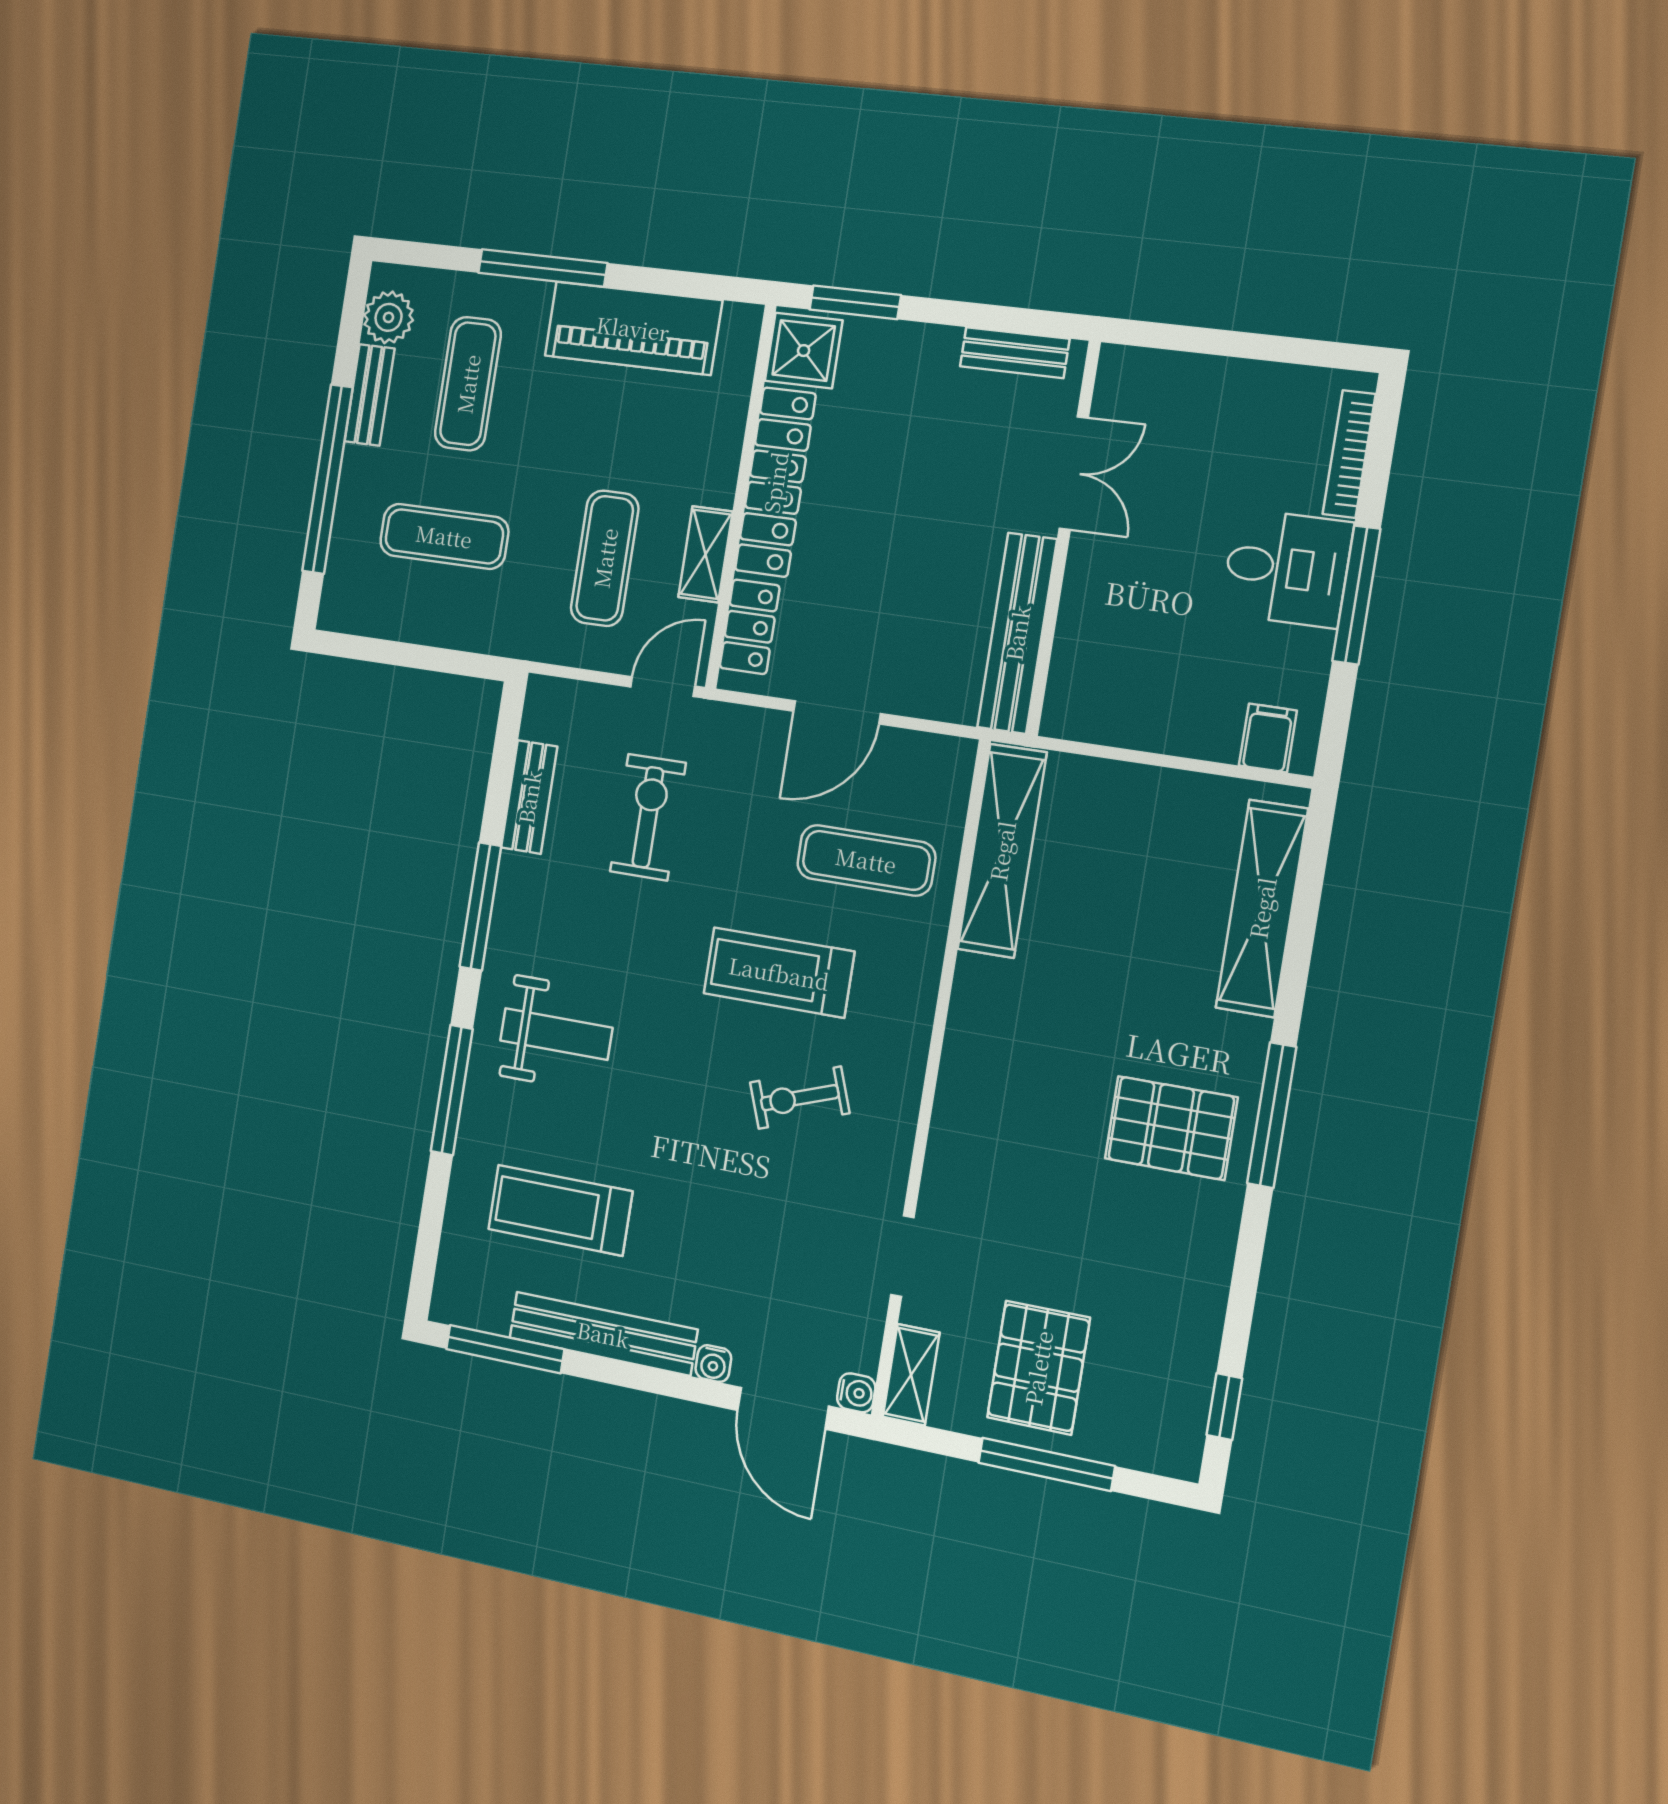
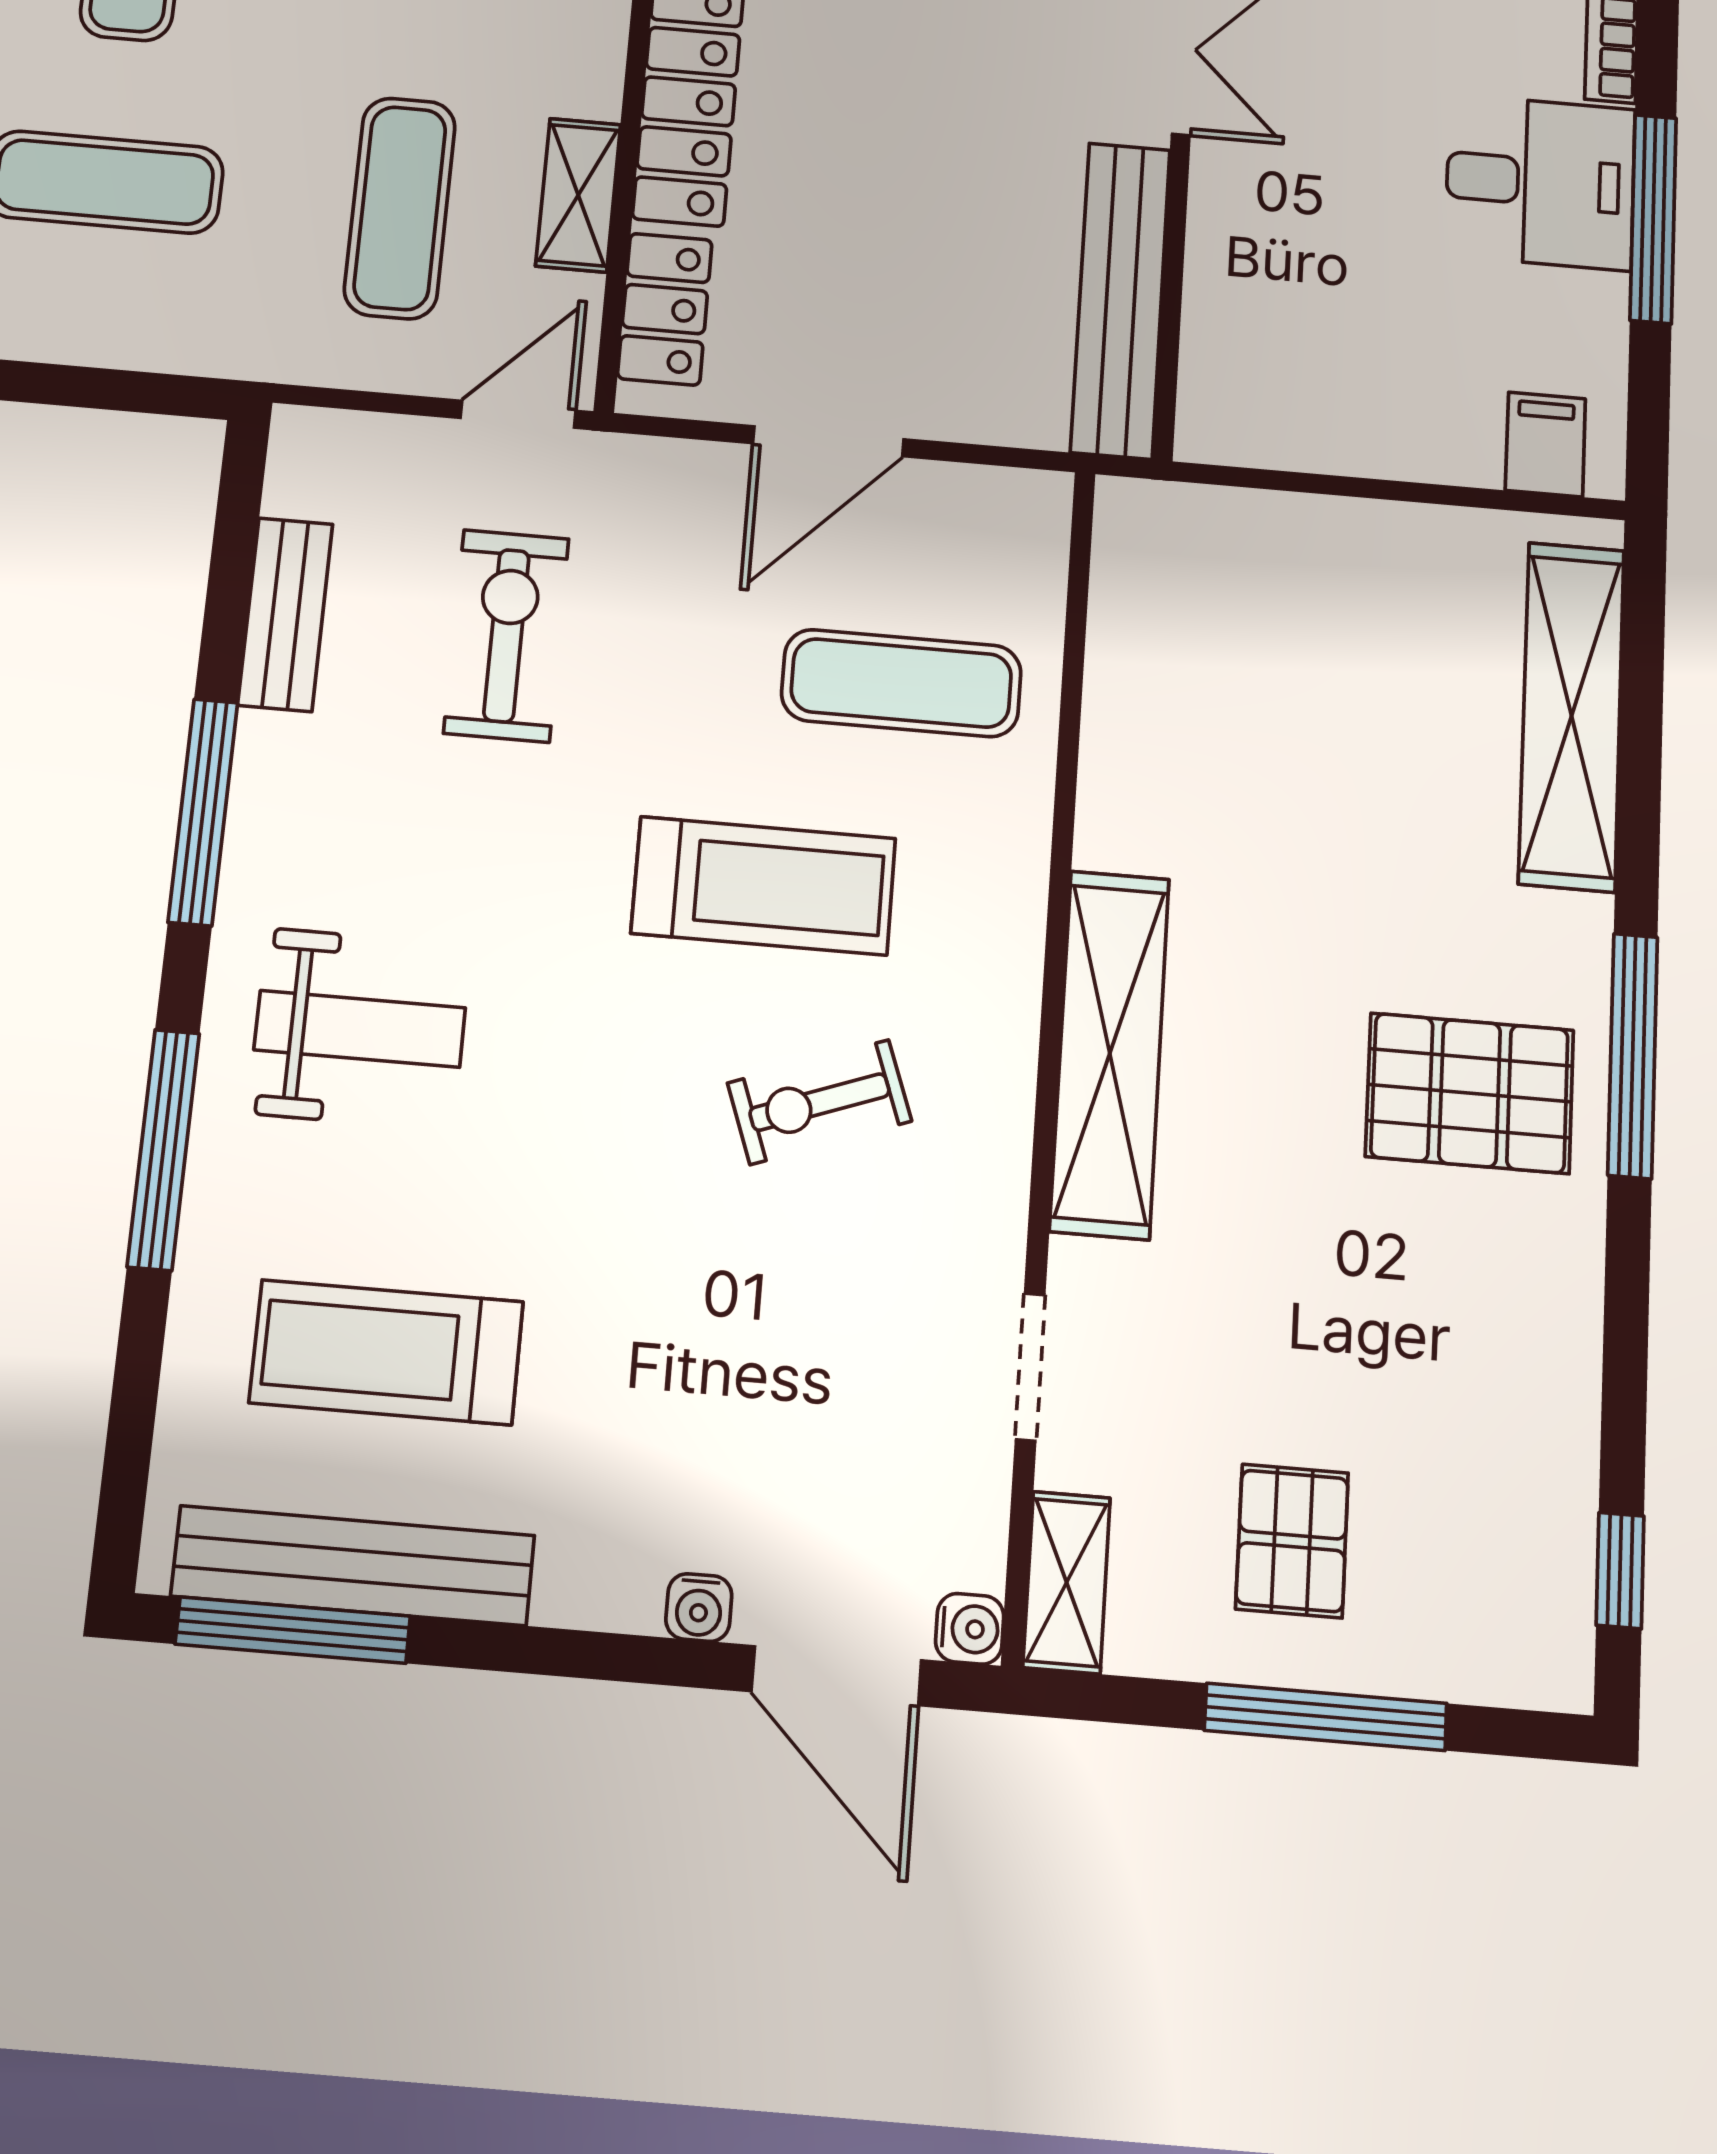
shelving: (1002, 851) -> (1110, 1054), moved
treadmill: (779, 973) -> (763, 886), turned 180
bench: (603, 1334) -> (353, 1566), moved
pallet: (1038, 1368) -> (1292, 1541), width x0.67, depth x0.71

